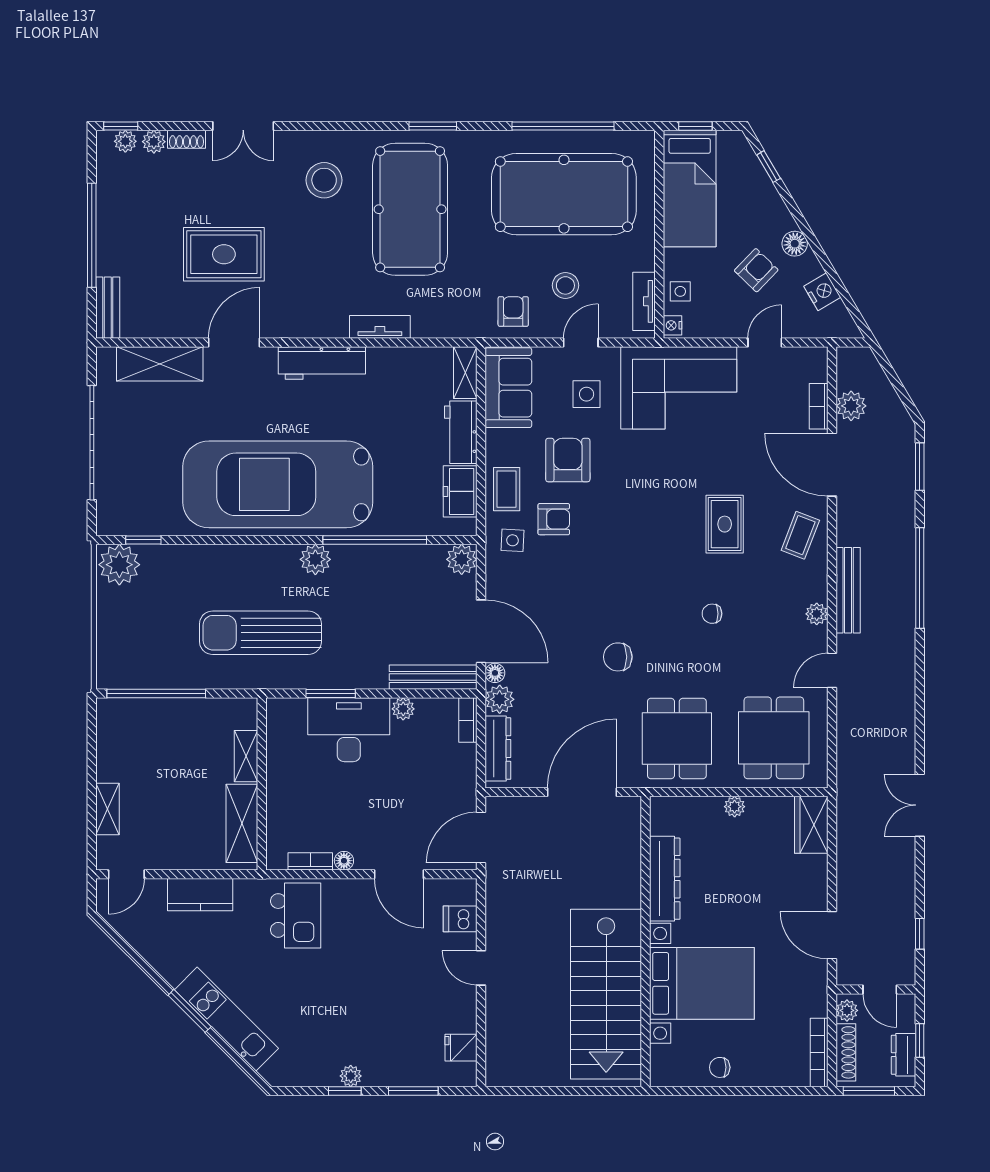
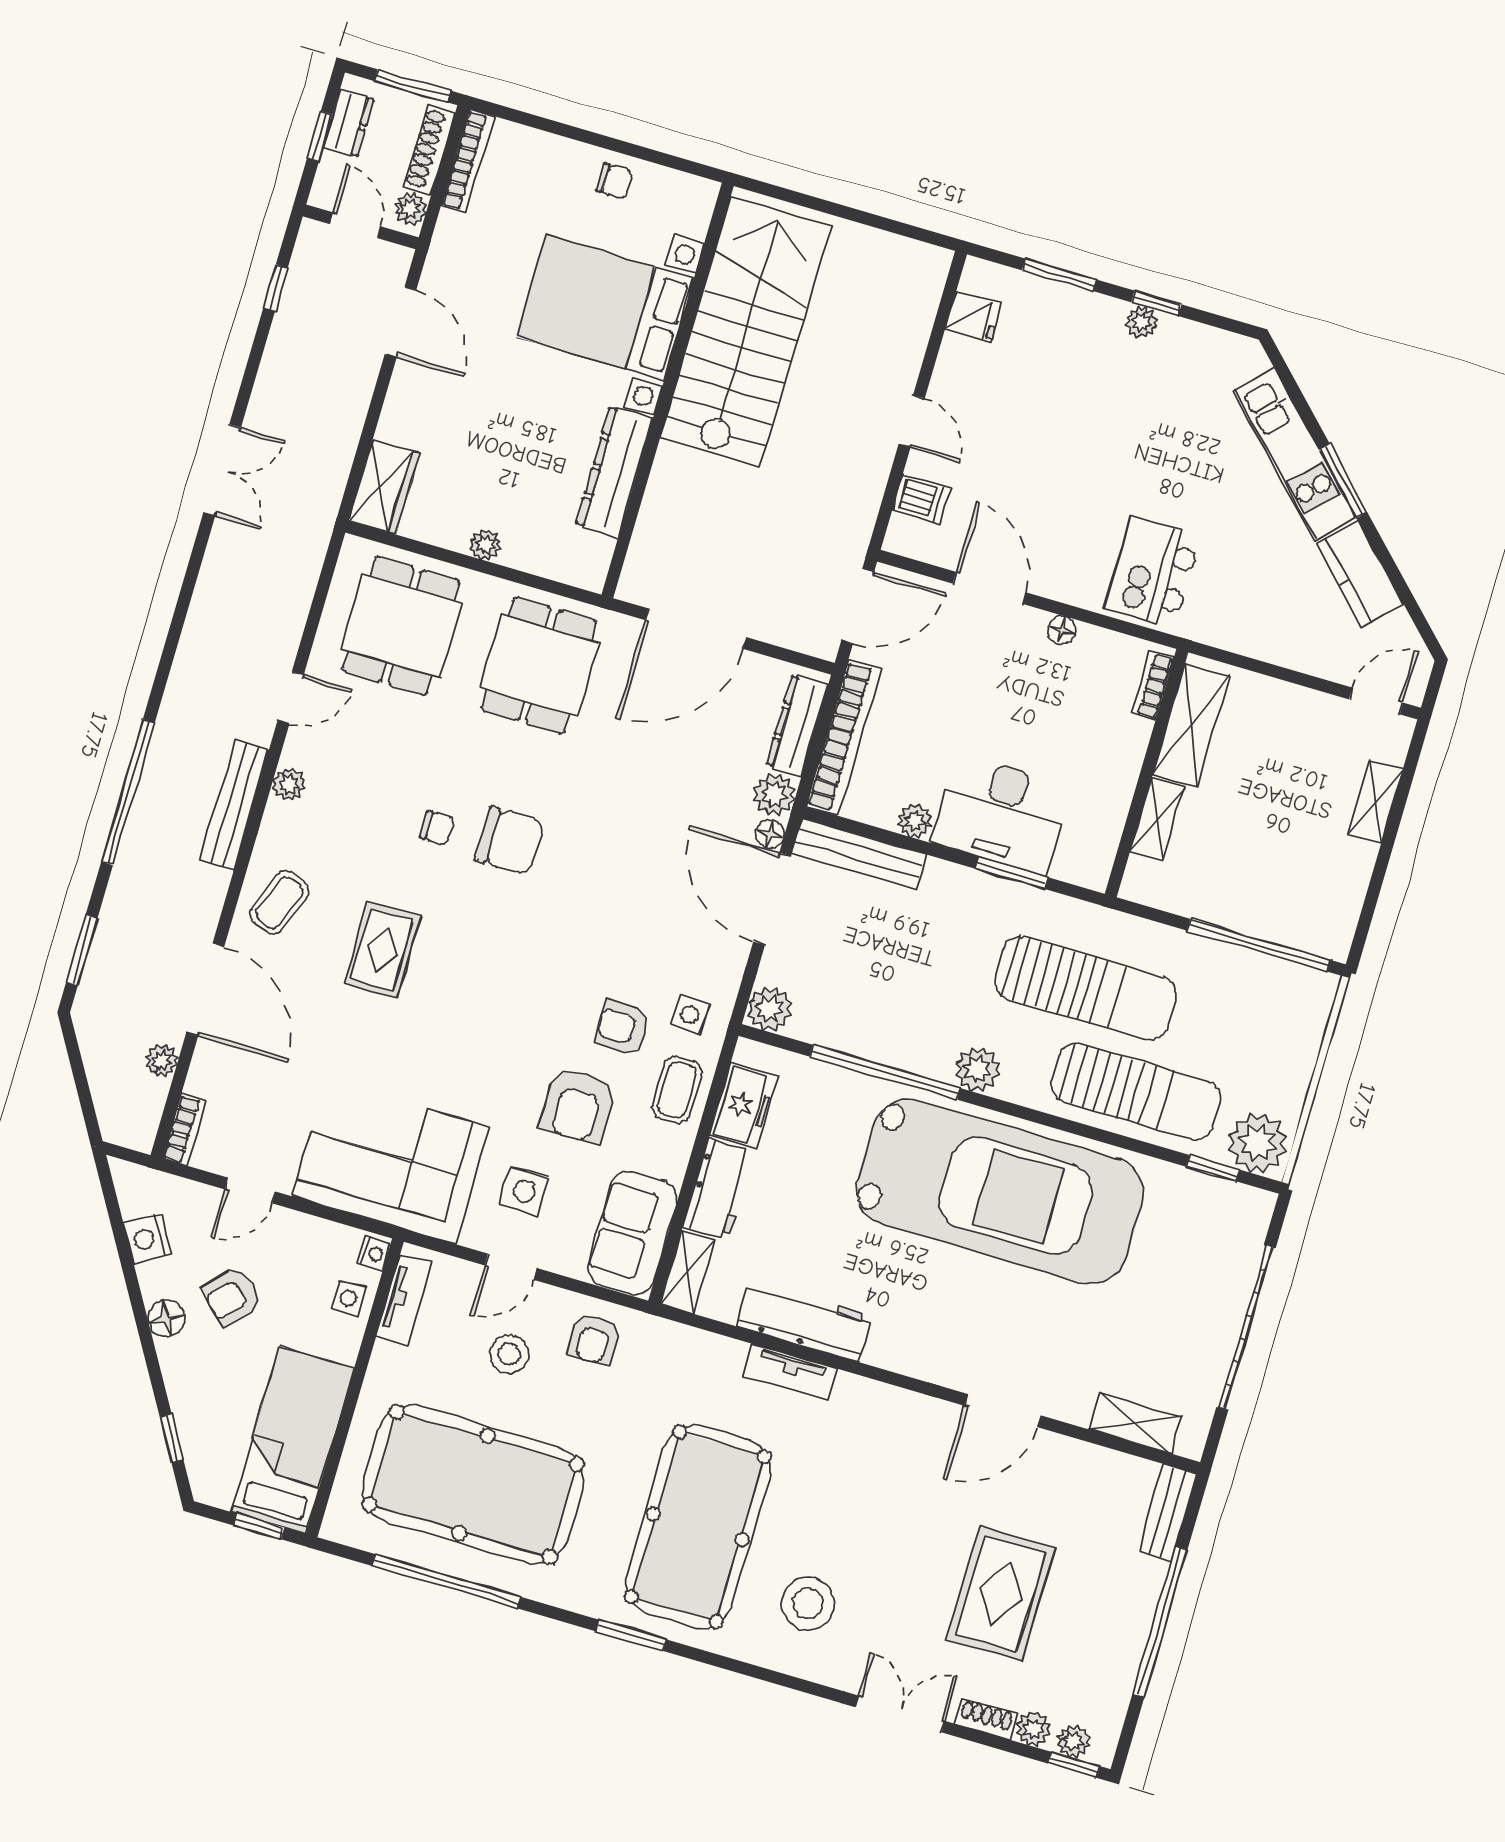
rug: (224, 254) -> (1001, 1594), moved, turned 90
workbench: (322, 363) -> (805, 1321), moved
shelving: (160, 364) -> (1135, 1423), width x0.67, depth x0.75
bookcase: (819, 406) -> (185, 1130), moved
plant: (851, 406) -> (161, 1061), width x0.73, depth x0.73
sun lounger: (208, 575) -> (1136, 1092), added
chair: (618, 657) -> (509, 841), moved, width x1.37, depth x1.37
bookcase: (468, 720) -> (844, 738), width x2.31, depth x1.31
bookcase: (310, 861) -> (1152, 686), moved, turned 90
kitchen counter: (200, 895) -> (1360, 574), moved, turned -135

